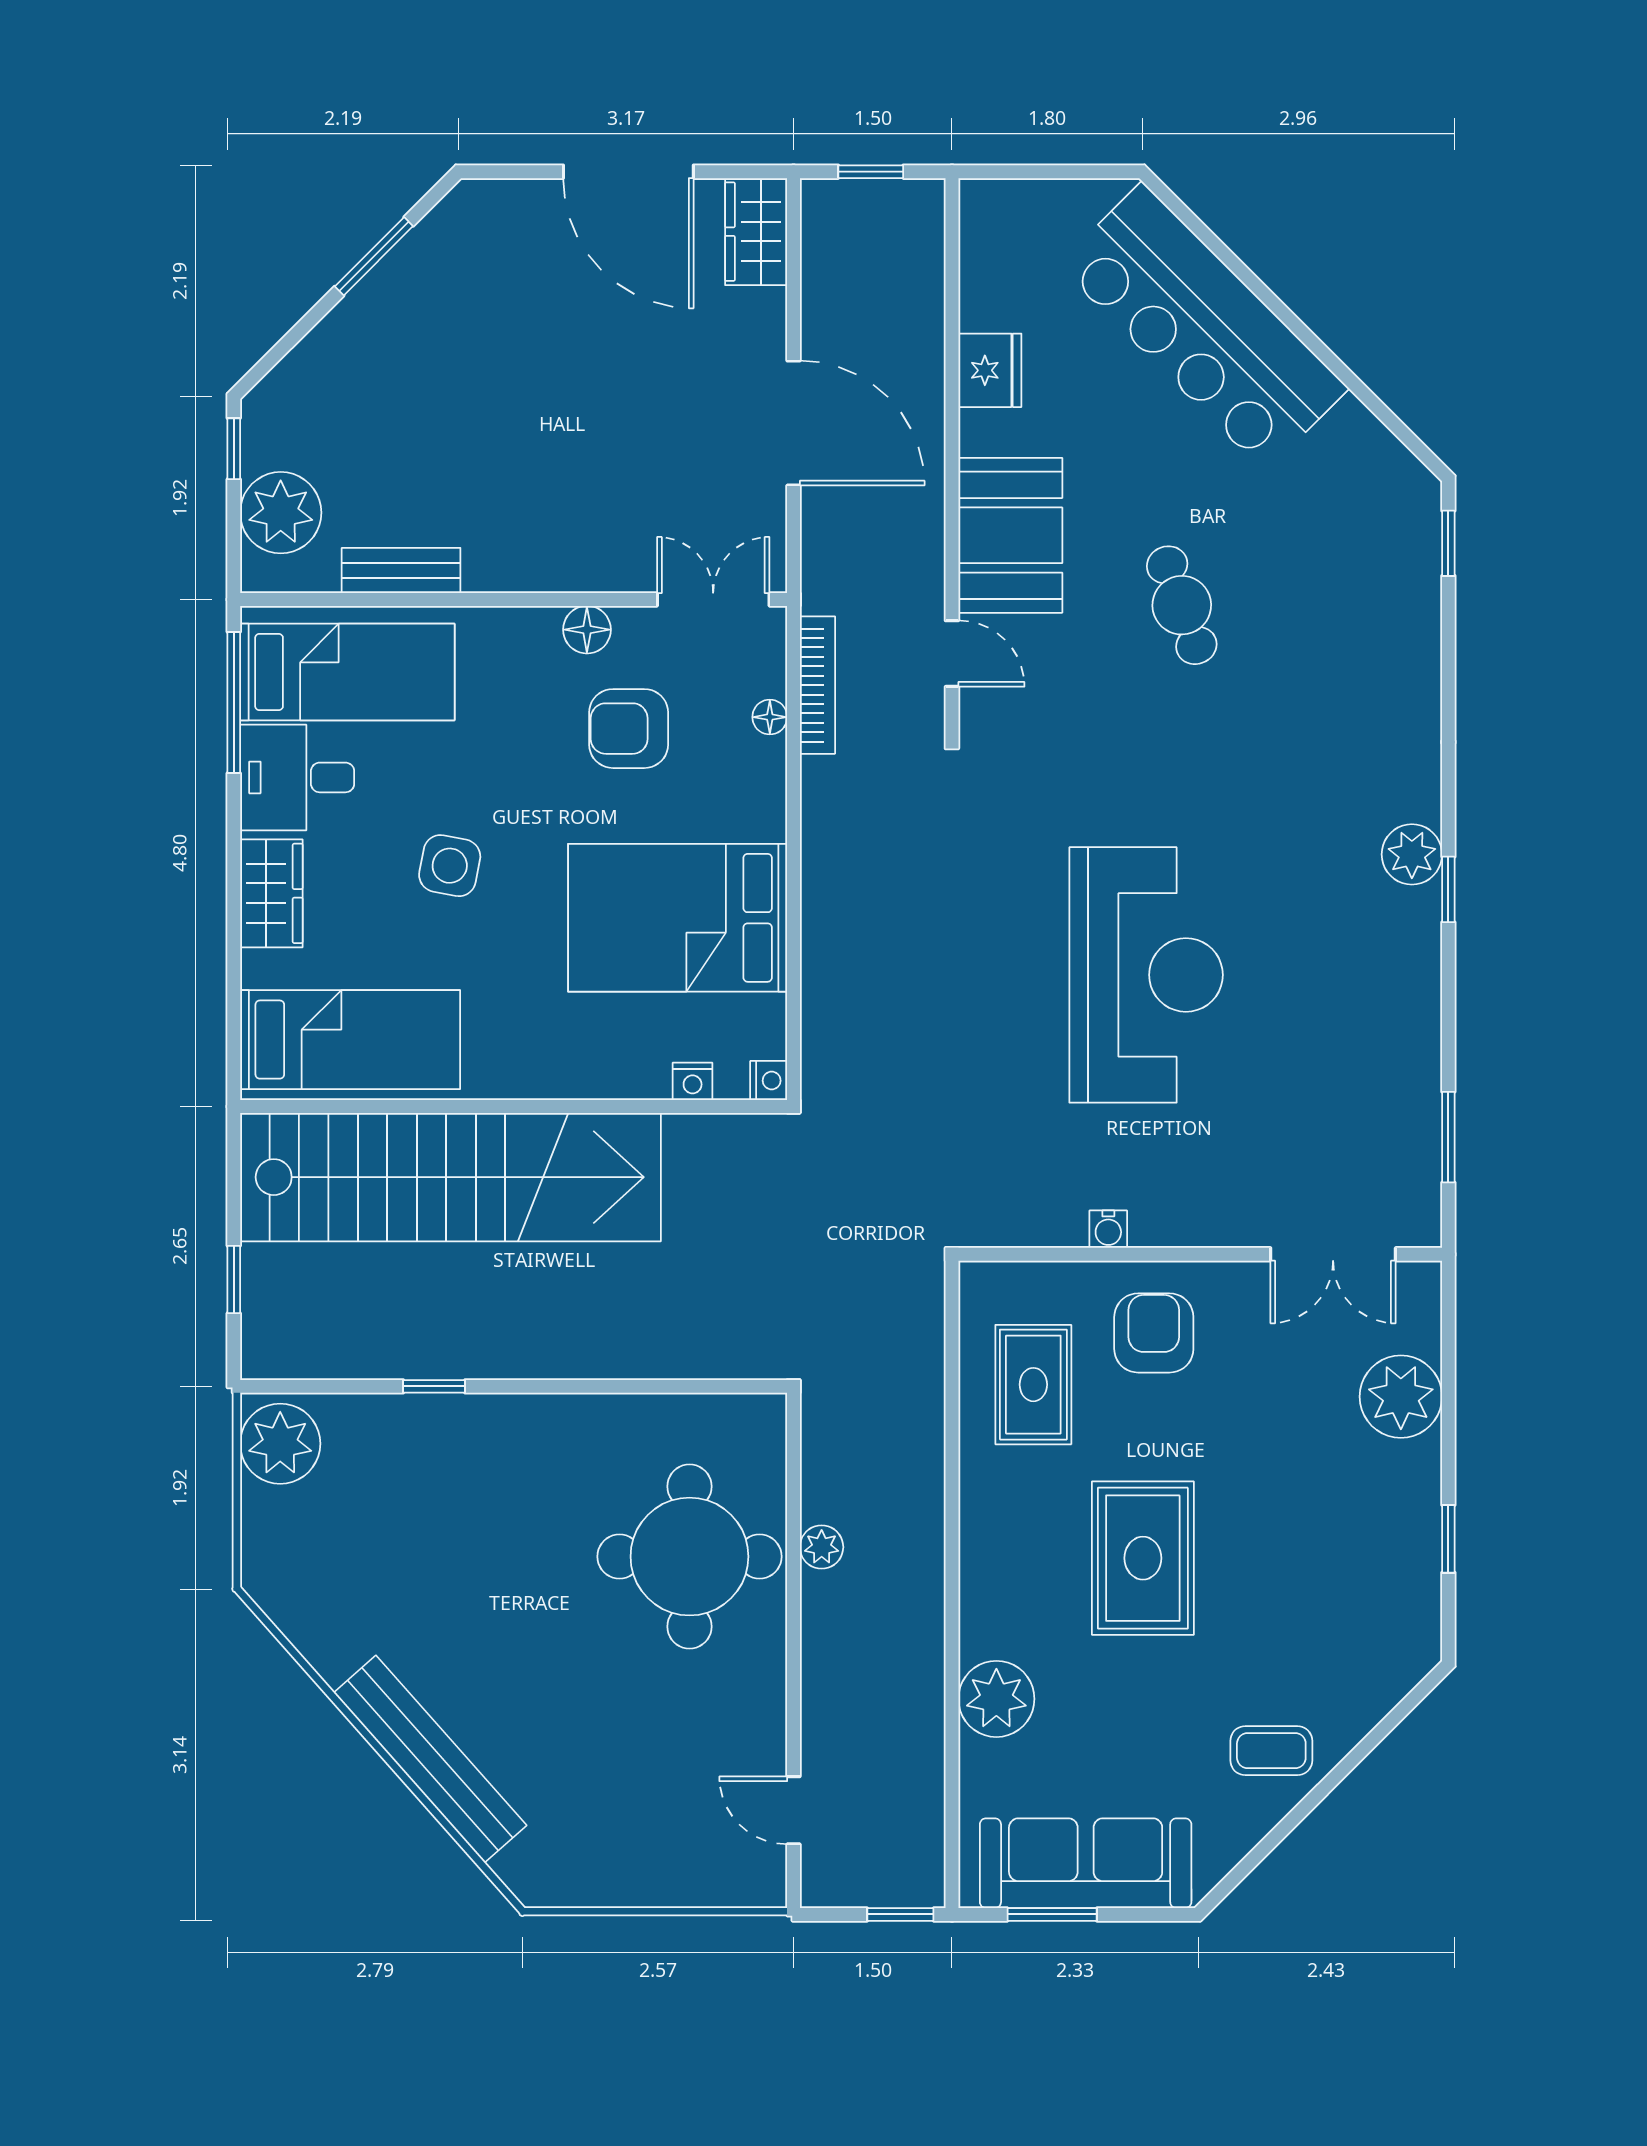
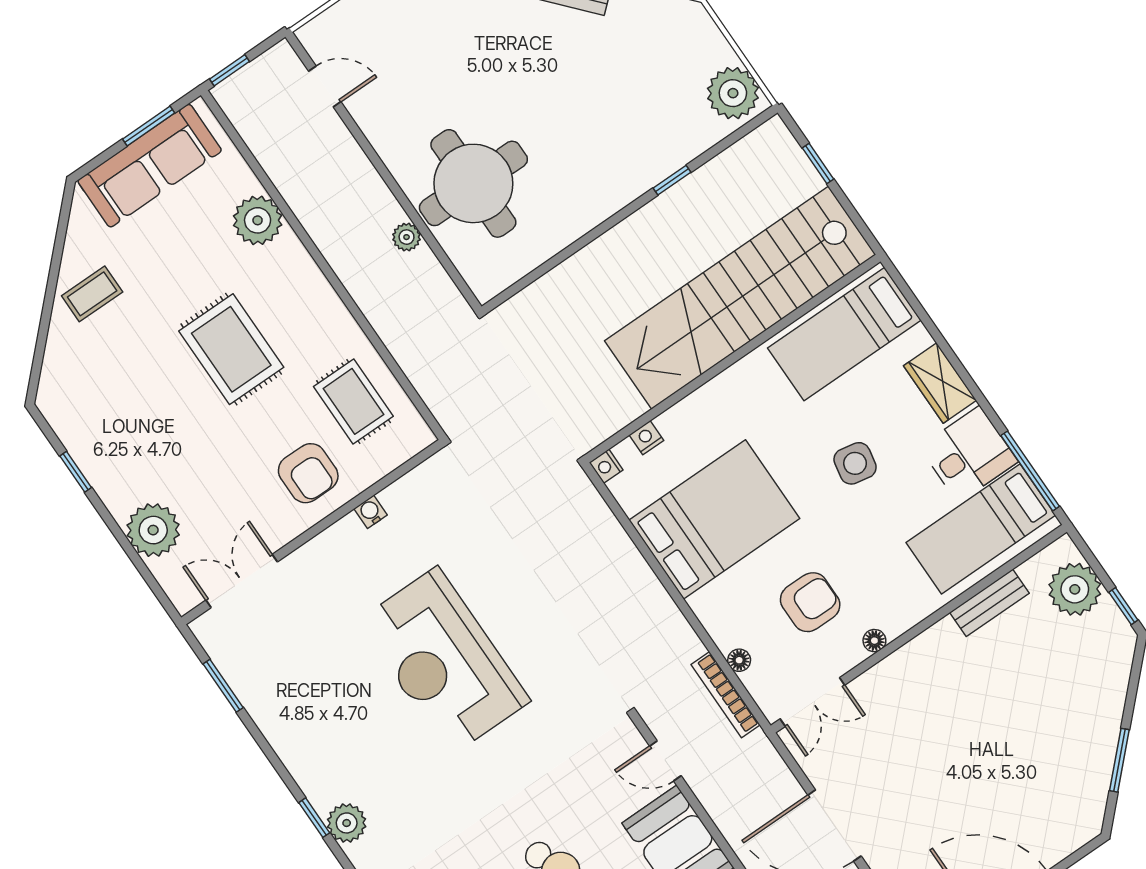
floor lamp: (587, 630) -> (874, 641), width x0.73, depth x0.73

